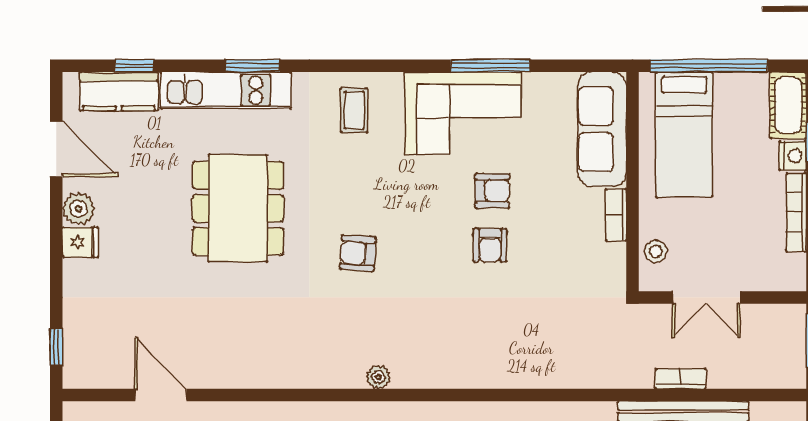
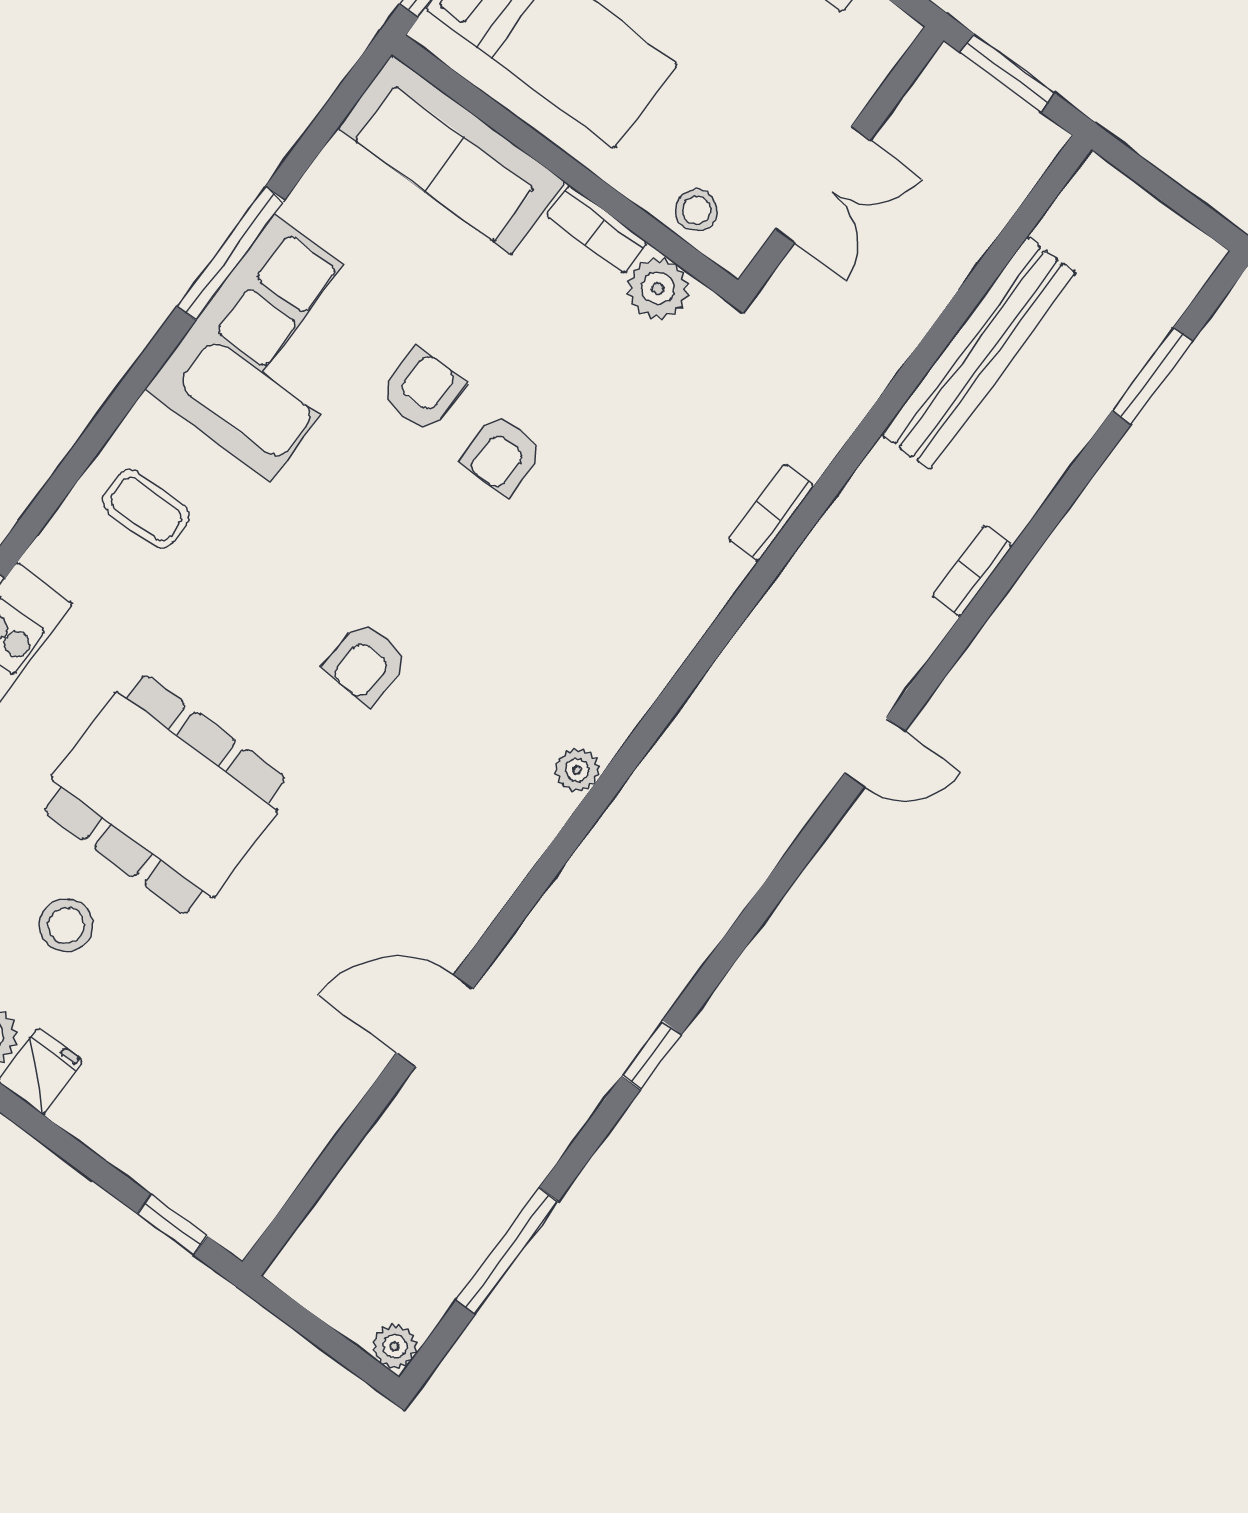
stool: (151, 207) -> (66, 925), added
armchair: (490, 245) -> (502, 454), turned 90
plant: (610, 260) -> (658, 288), added
bookcase: (680, 379) -> (771, 513), moved
door: (161, 395) -> (435, 1021), moved

